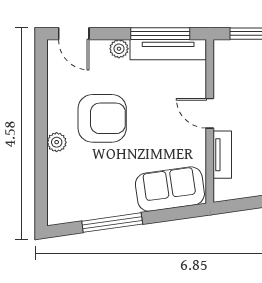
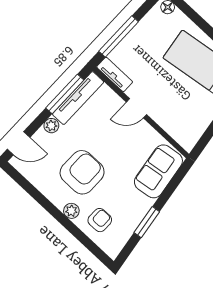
tv unit: (222, 155) -> (115, 74), moved
armchair: (73, 177) -> (100, 220), added
window: (112, 223) -> (147, 222), width x0.69

